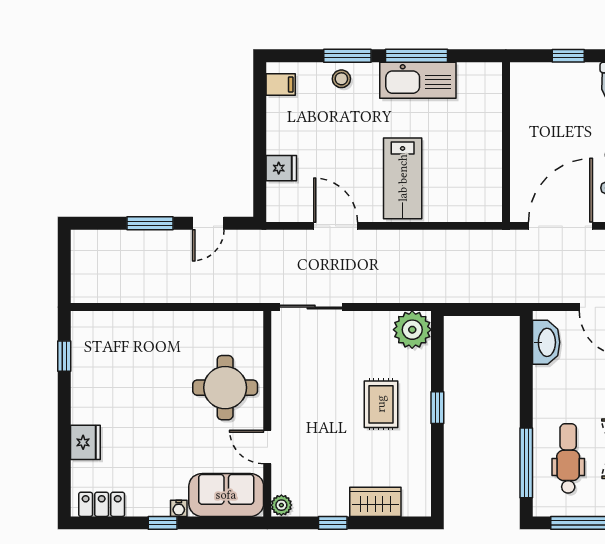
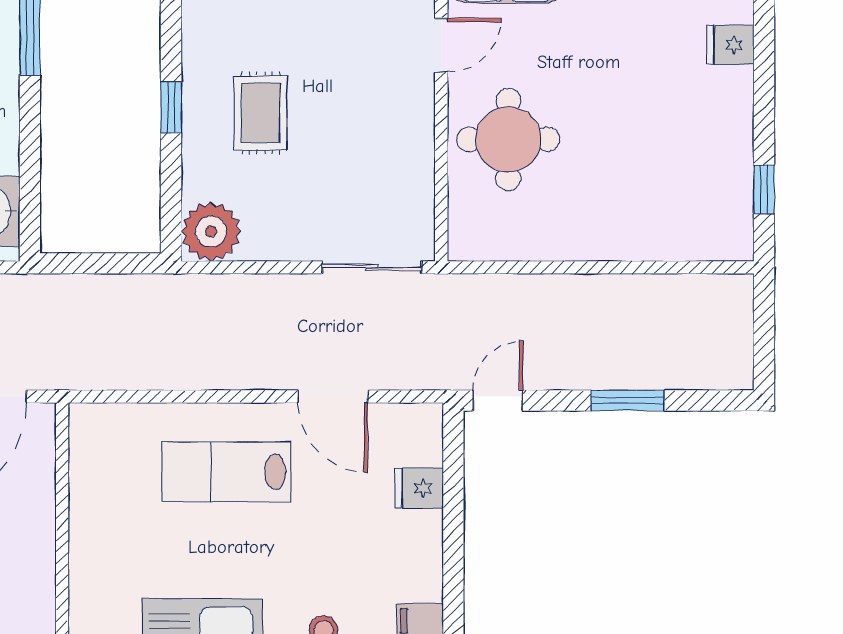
lab bench: (403, 178) -> (226, 472), turned -90
door: (208, 223) -> (498, 400), moved
fridge: (85, 442) -> (730, 45), width x0.72
door: (267, 447) -> (441, 45), hinge flipped

